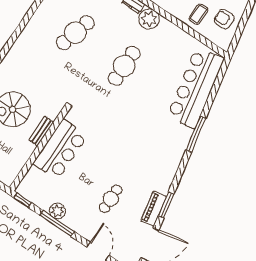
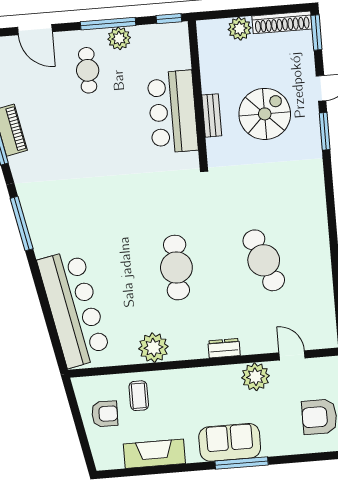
plant: (149, 19) -> (153, 348), moved
cafe table: (75, 33) -> (264, 260), turned -36
window: (196, 134) -> (22, 224), moved
cafe table: (111, 199) -> (88, 70), moved

